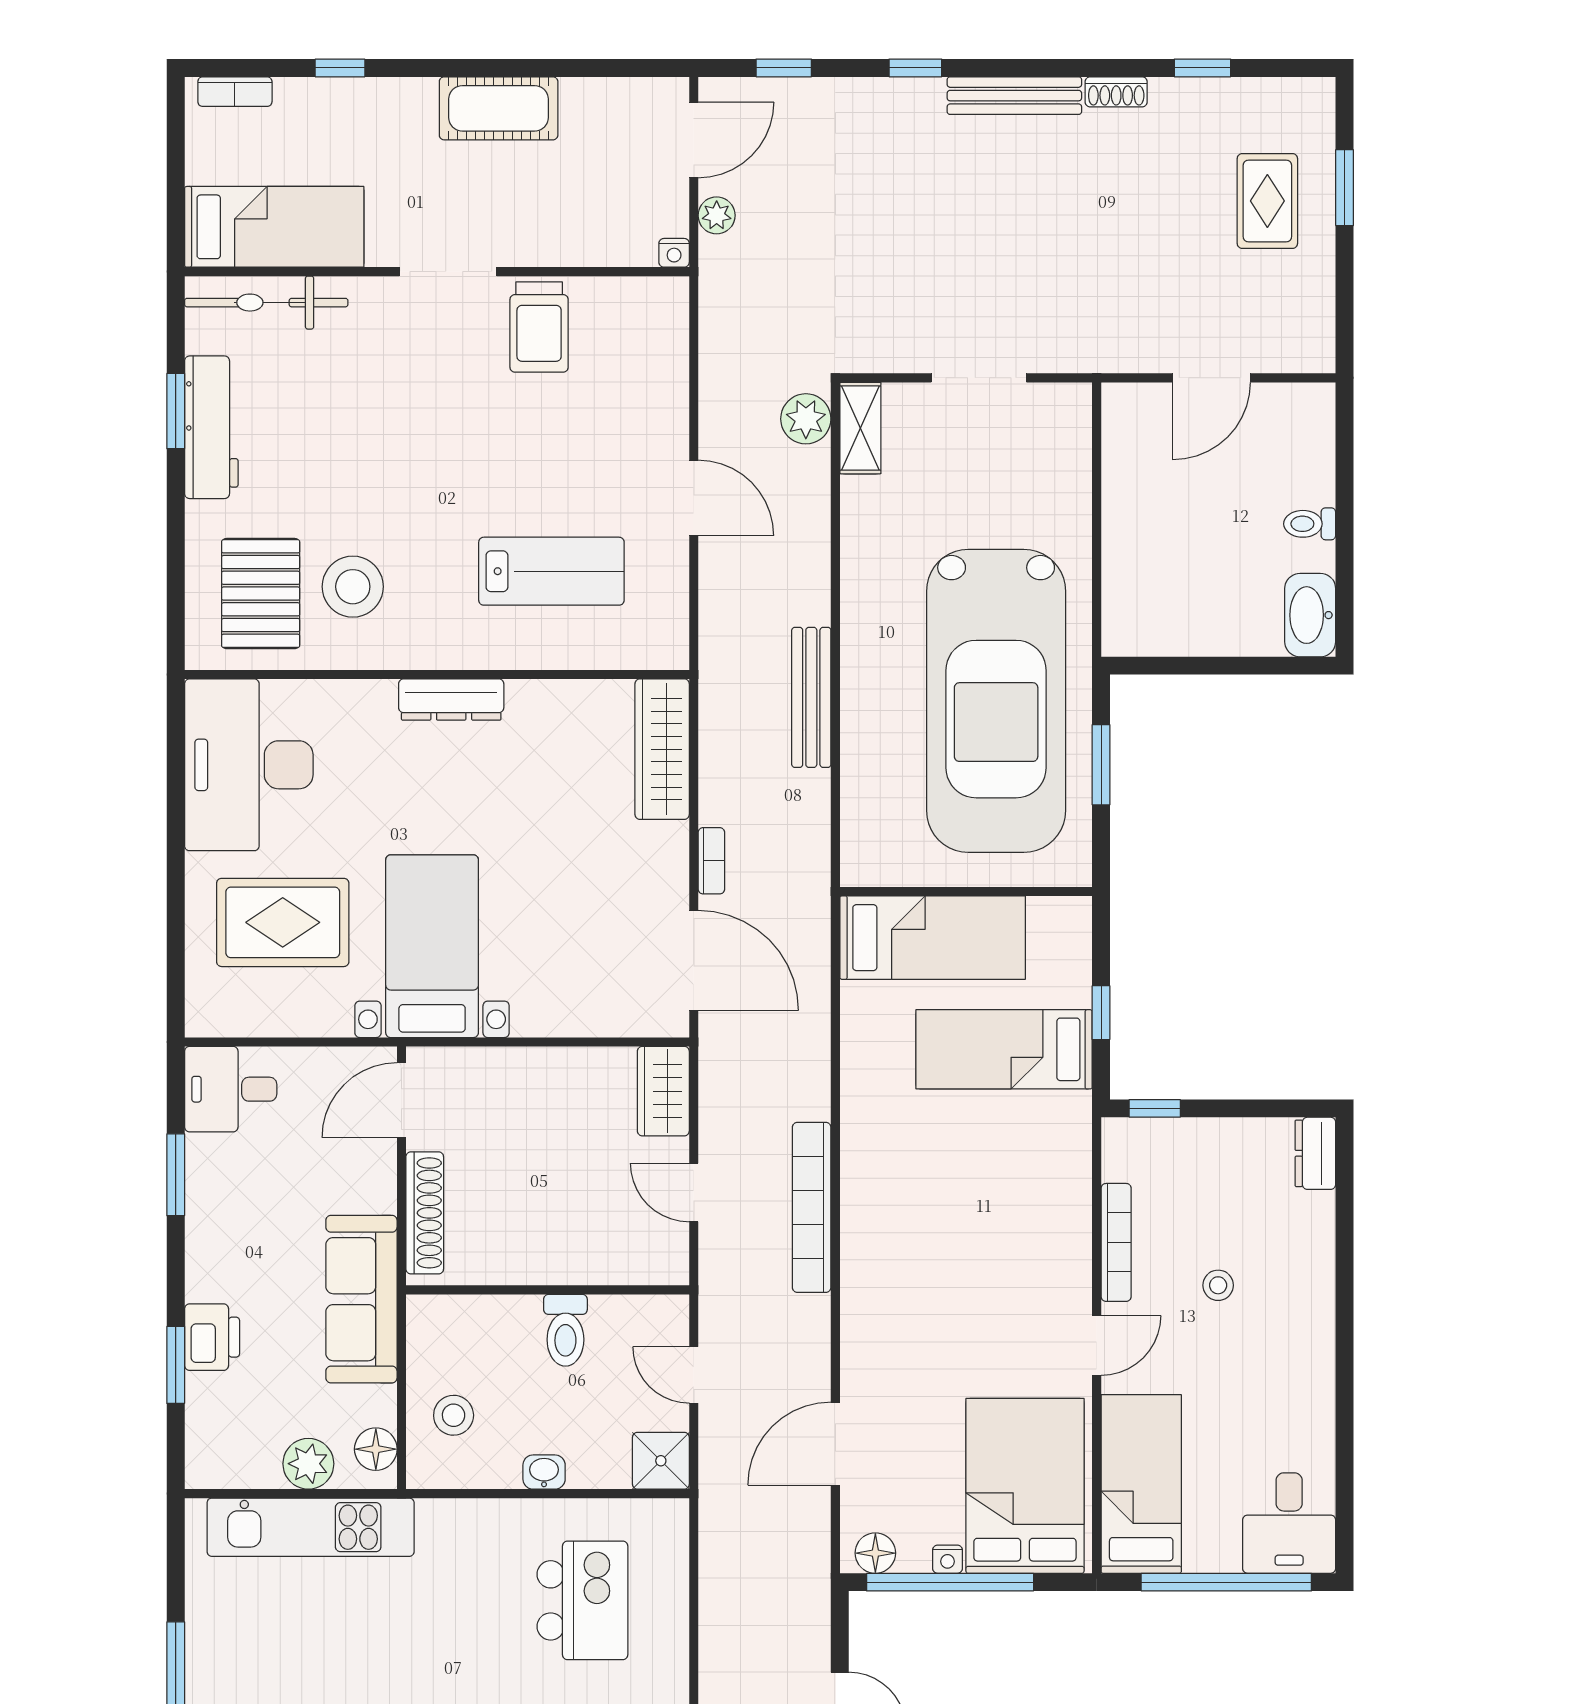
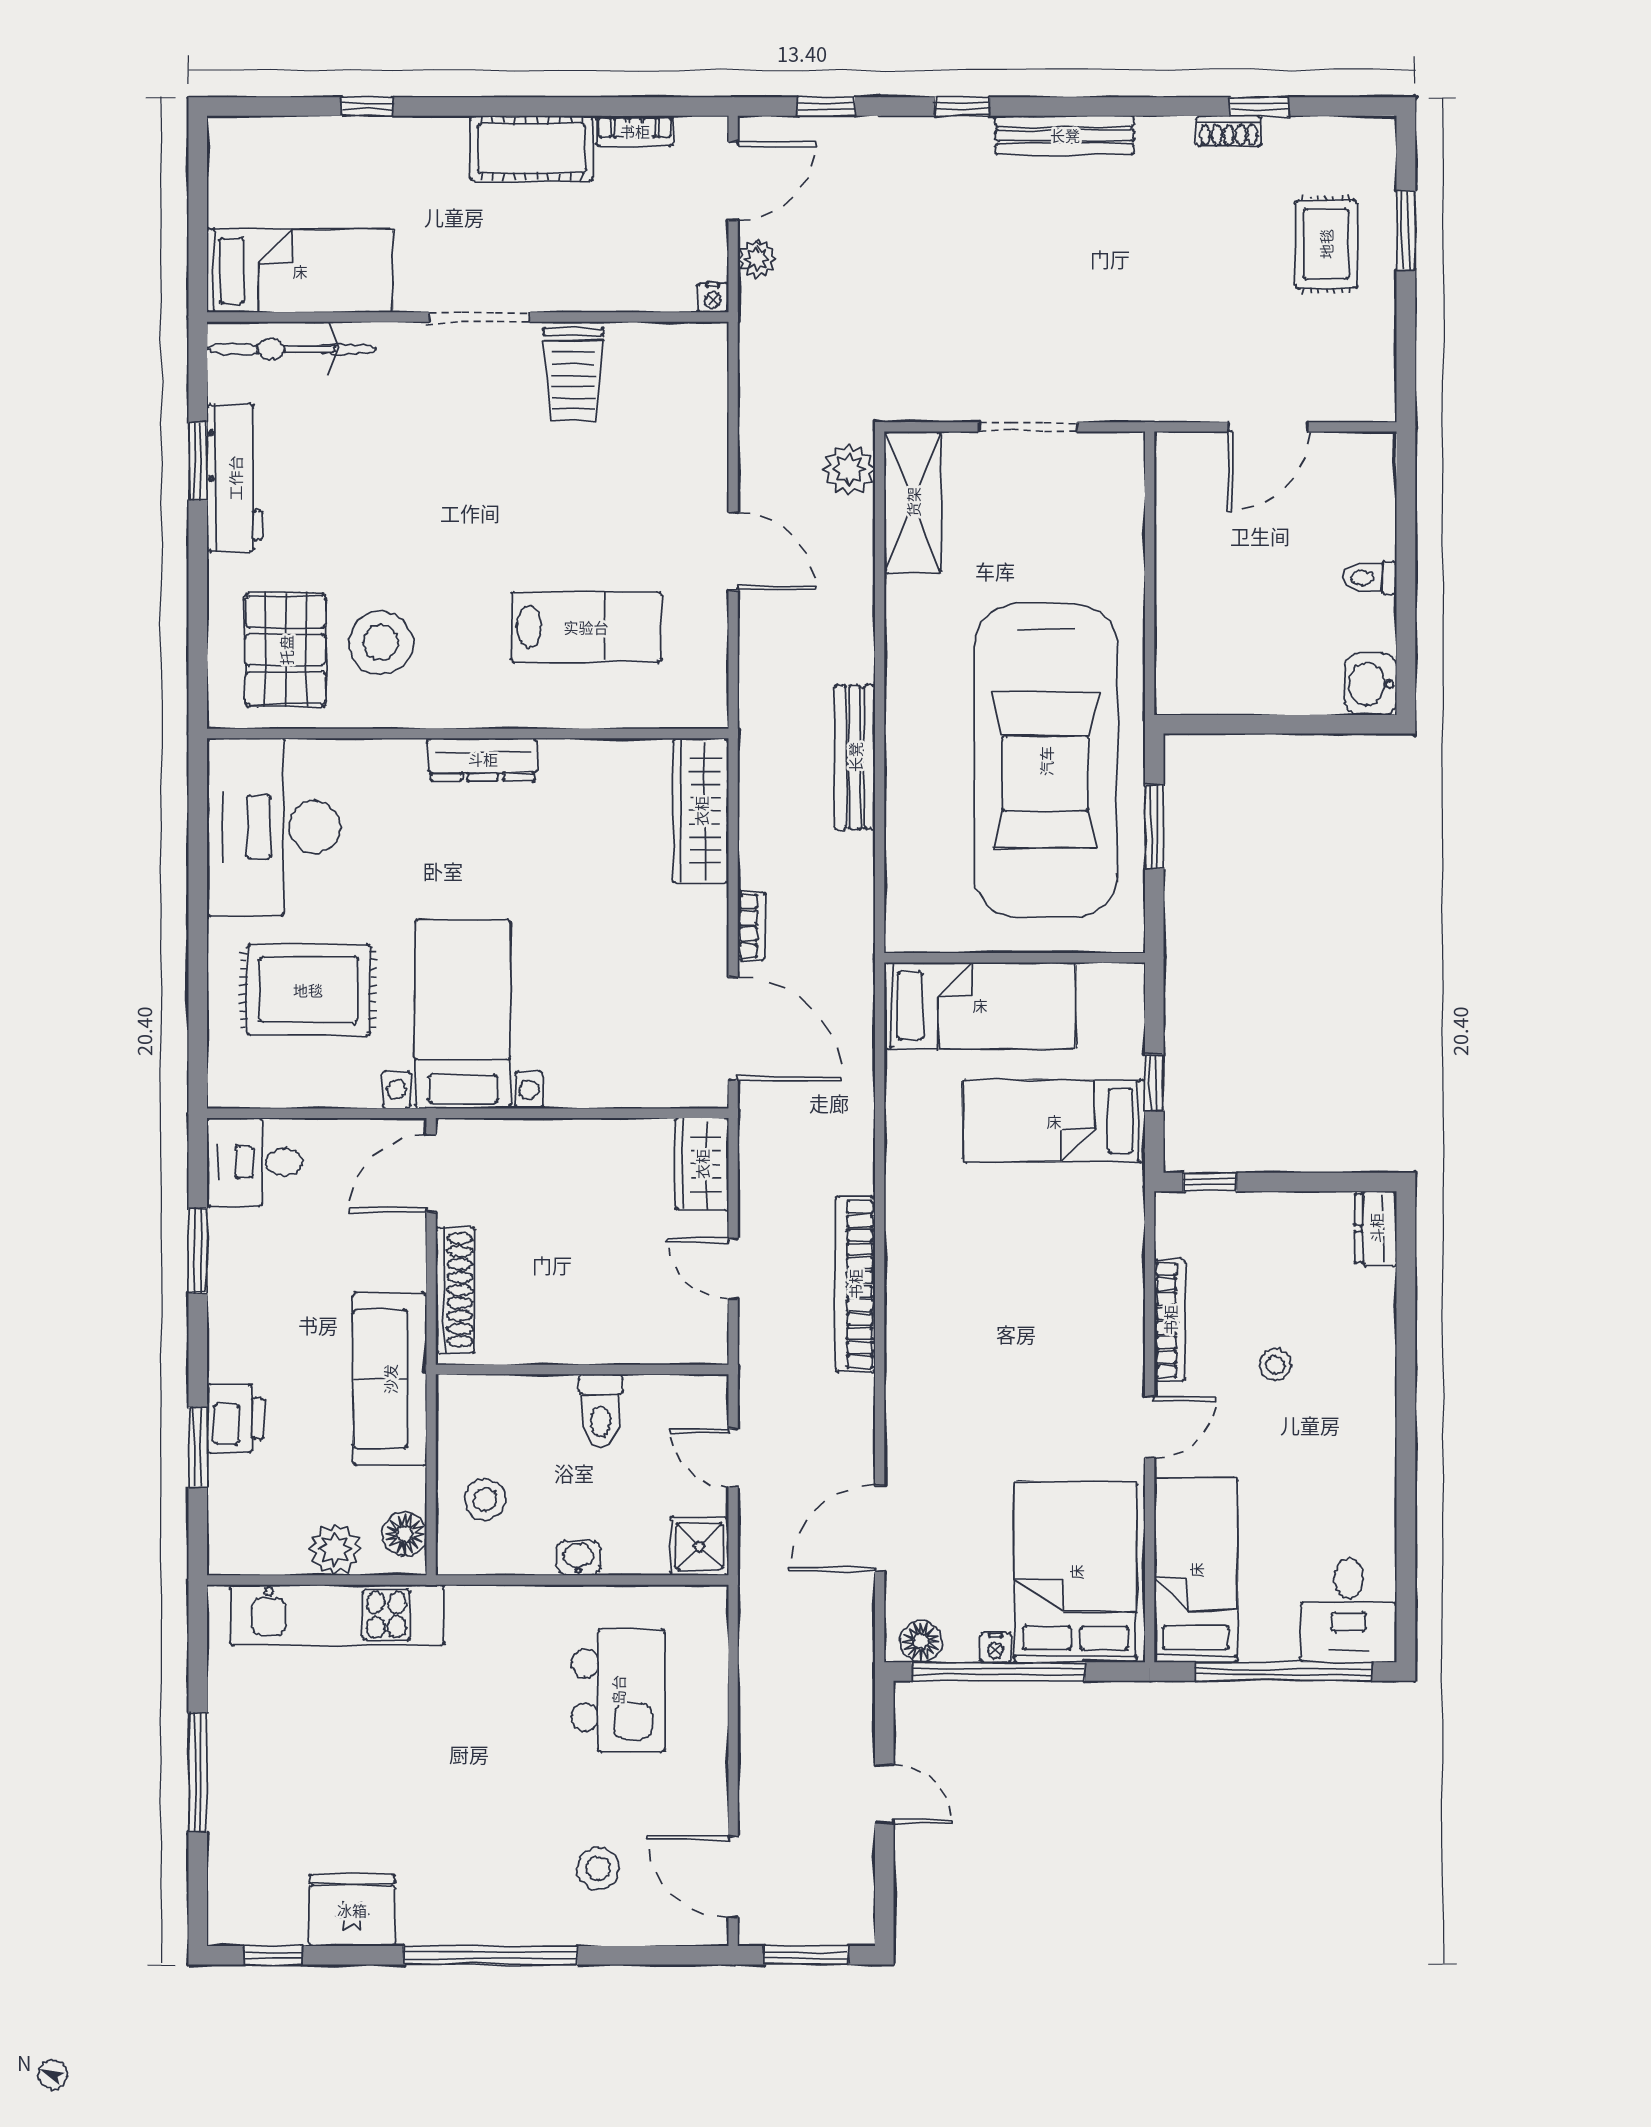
bookcase: (235, 92) -> (635, 131), moved
shoe rack: (1116, 92) -> (1229, 131), moved
shelving: (860, 428) -> (913, 502), width x1.50, depth x1.33
washbasin: (1310, 615) -> (1370, 684), width x0.72

